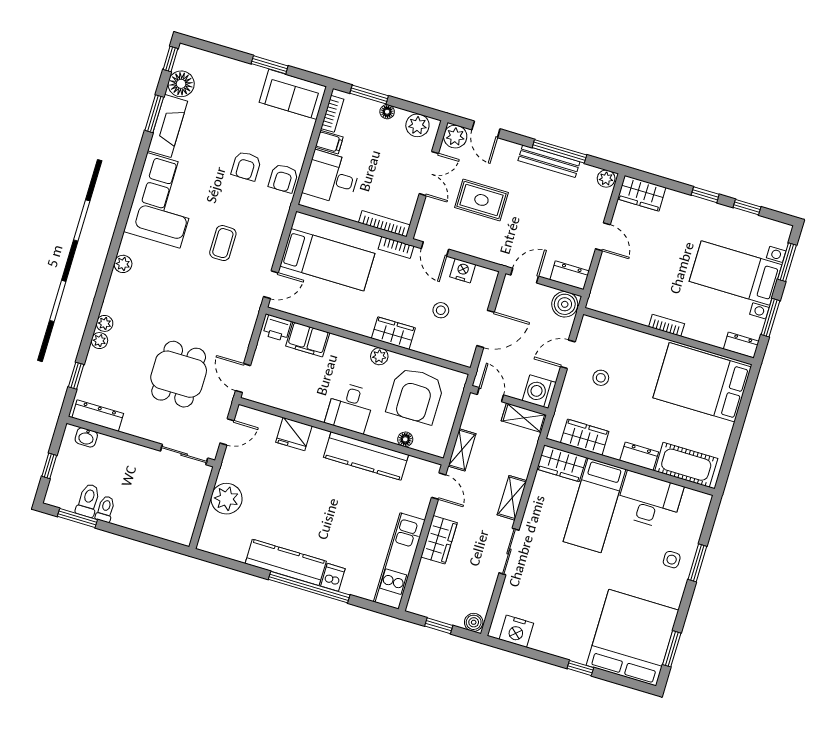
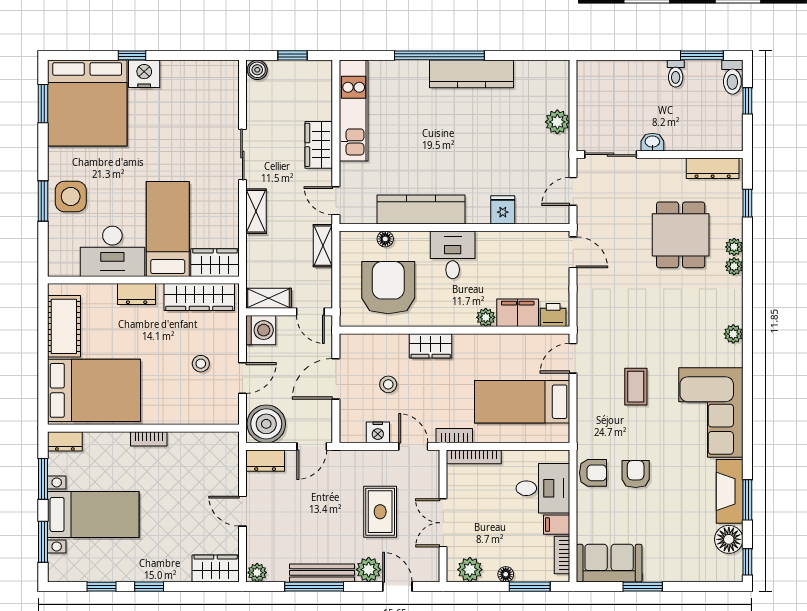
plant: (455, 137) -> (369, 570), moved
armchair: (283, 178) -> (593, 473), turned 90
rug: (481, 200) -> (380, 512), turned 90
boiler: (565, 304) -> (266, 424), width x1.37, depth x1.37
plant: (379, 356) -> (486, 317), moved
dining table: (179, 374) -> (681, 235), moved
fridge: (294, 434) -> (503, 210), width x0.72
washbasin: (86, 437) -> (652, 142), moved
wardrobe: (585, 437) -> (199, 297), width x1.50
cot: (686, 465) -> (64, 326), moved, turned 90
plant: (226, 499) -> (557, 122), width x0.73, depth x0.73
toilet: (88, 500) -> (732, 77), moved
side table: (672, 560) -> (71, 196), width x1.87, depth x1.87
dishwasher: (333, 577) -> (418, 73), removed
nightstand: (516, 631) -> (144, 74), moved

